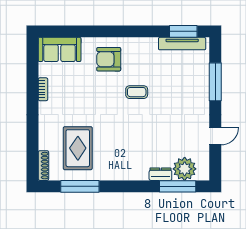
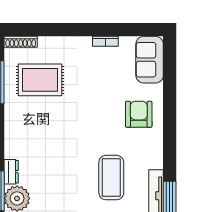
coffee table: (137, 92) -> (111, 178), moved, width x1.86, depth x1.72

